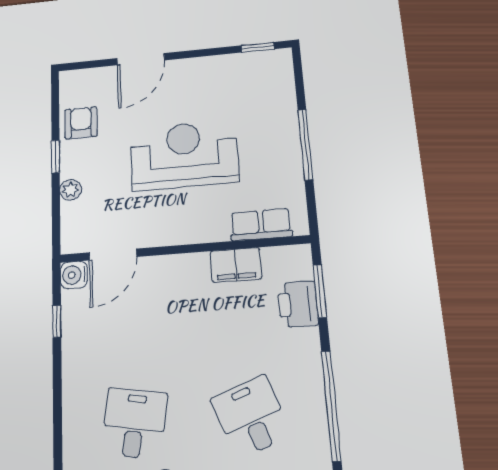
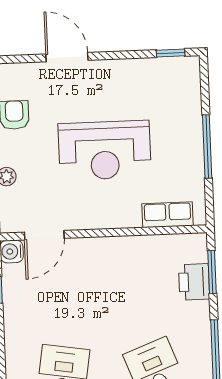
door: (141, 59) -> (67, 57), swing flipped
reception desk: (184, 155) -> (105, 150), turned 180
filing cabinet: (236, 265) -> (146, 248), removed

